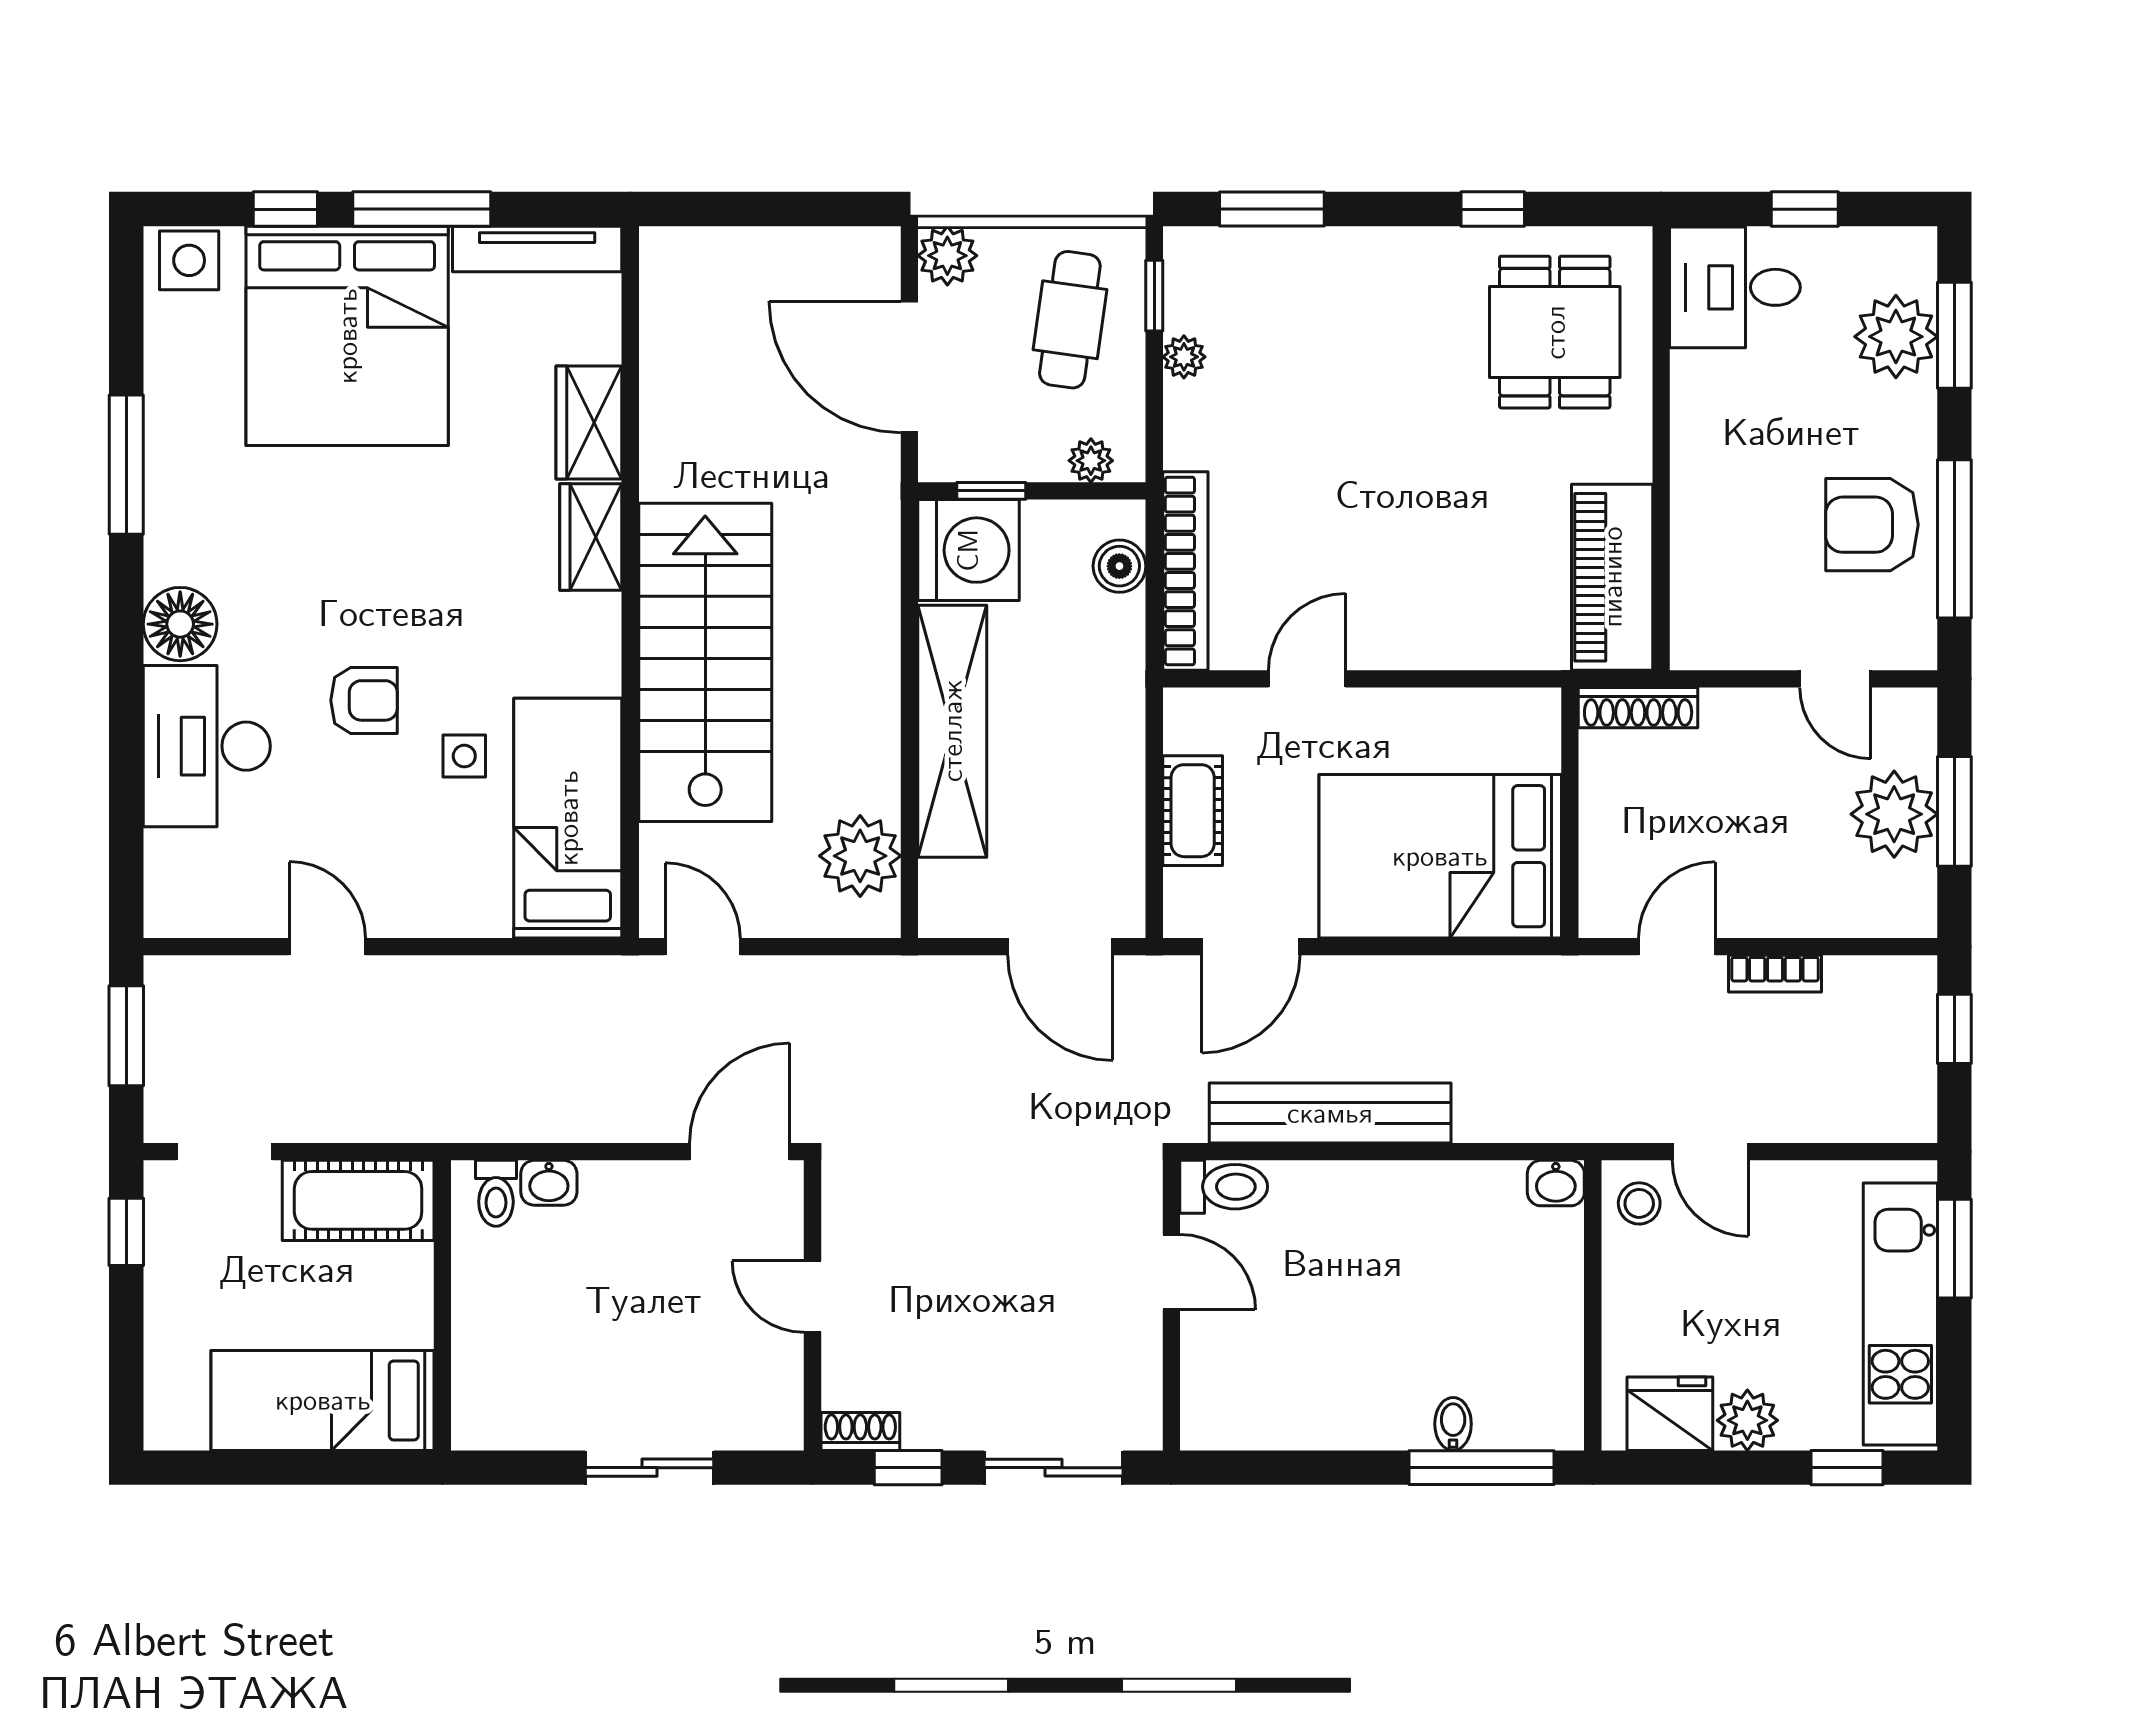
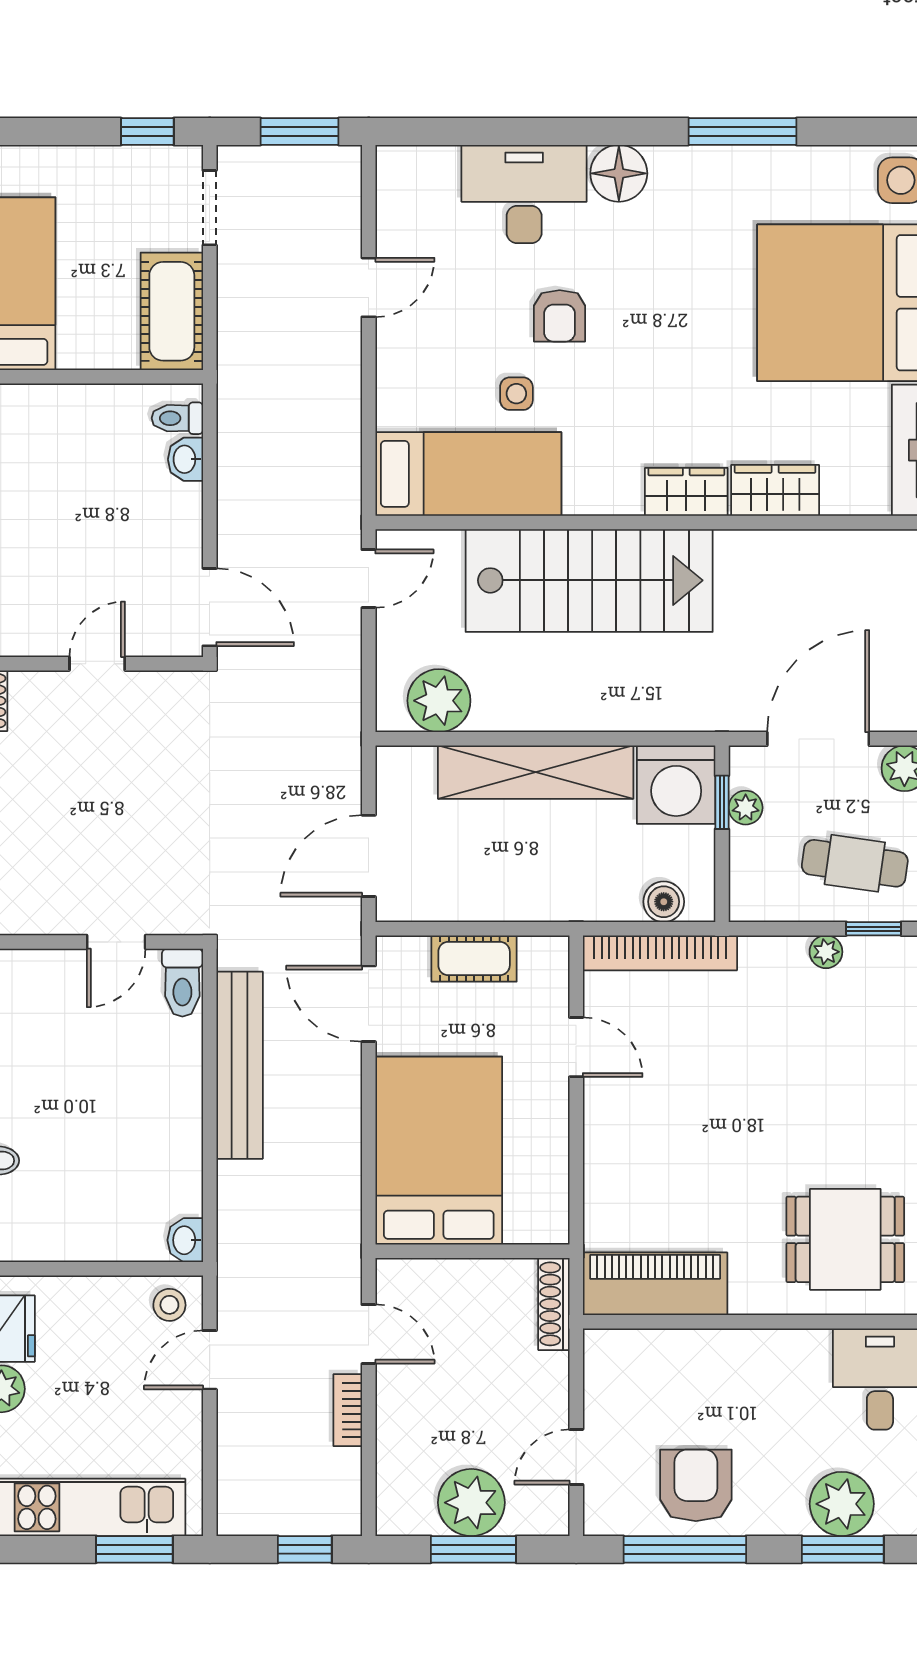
plant: (1091, 461) -> (746, 808), moved

